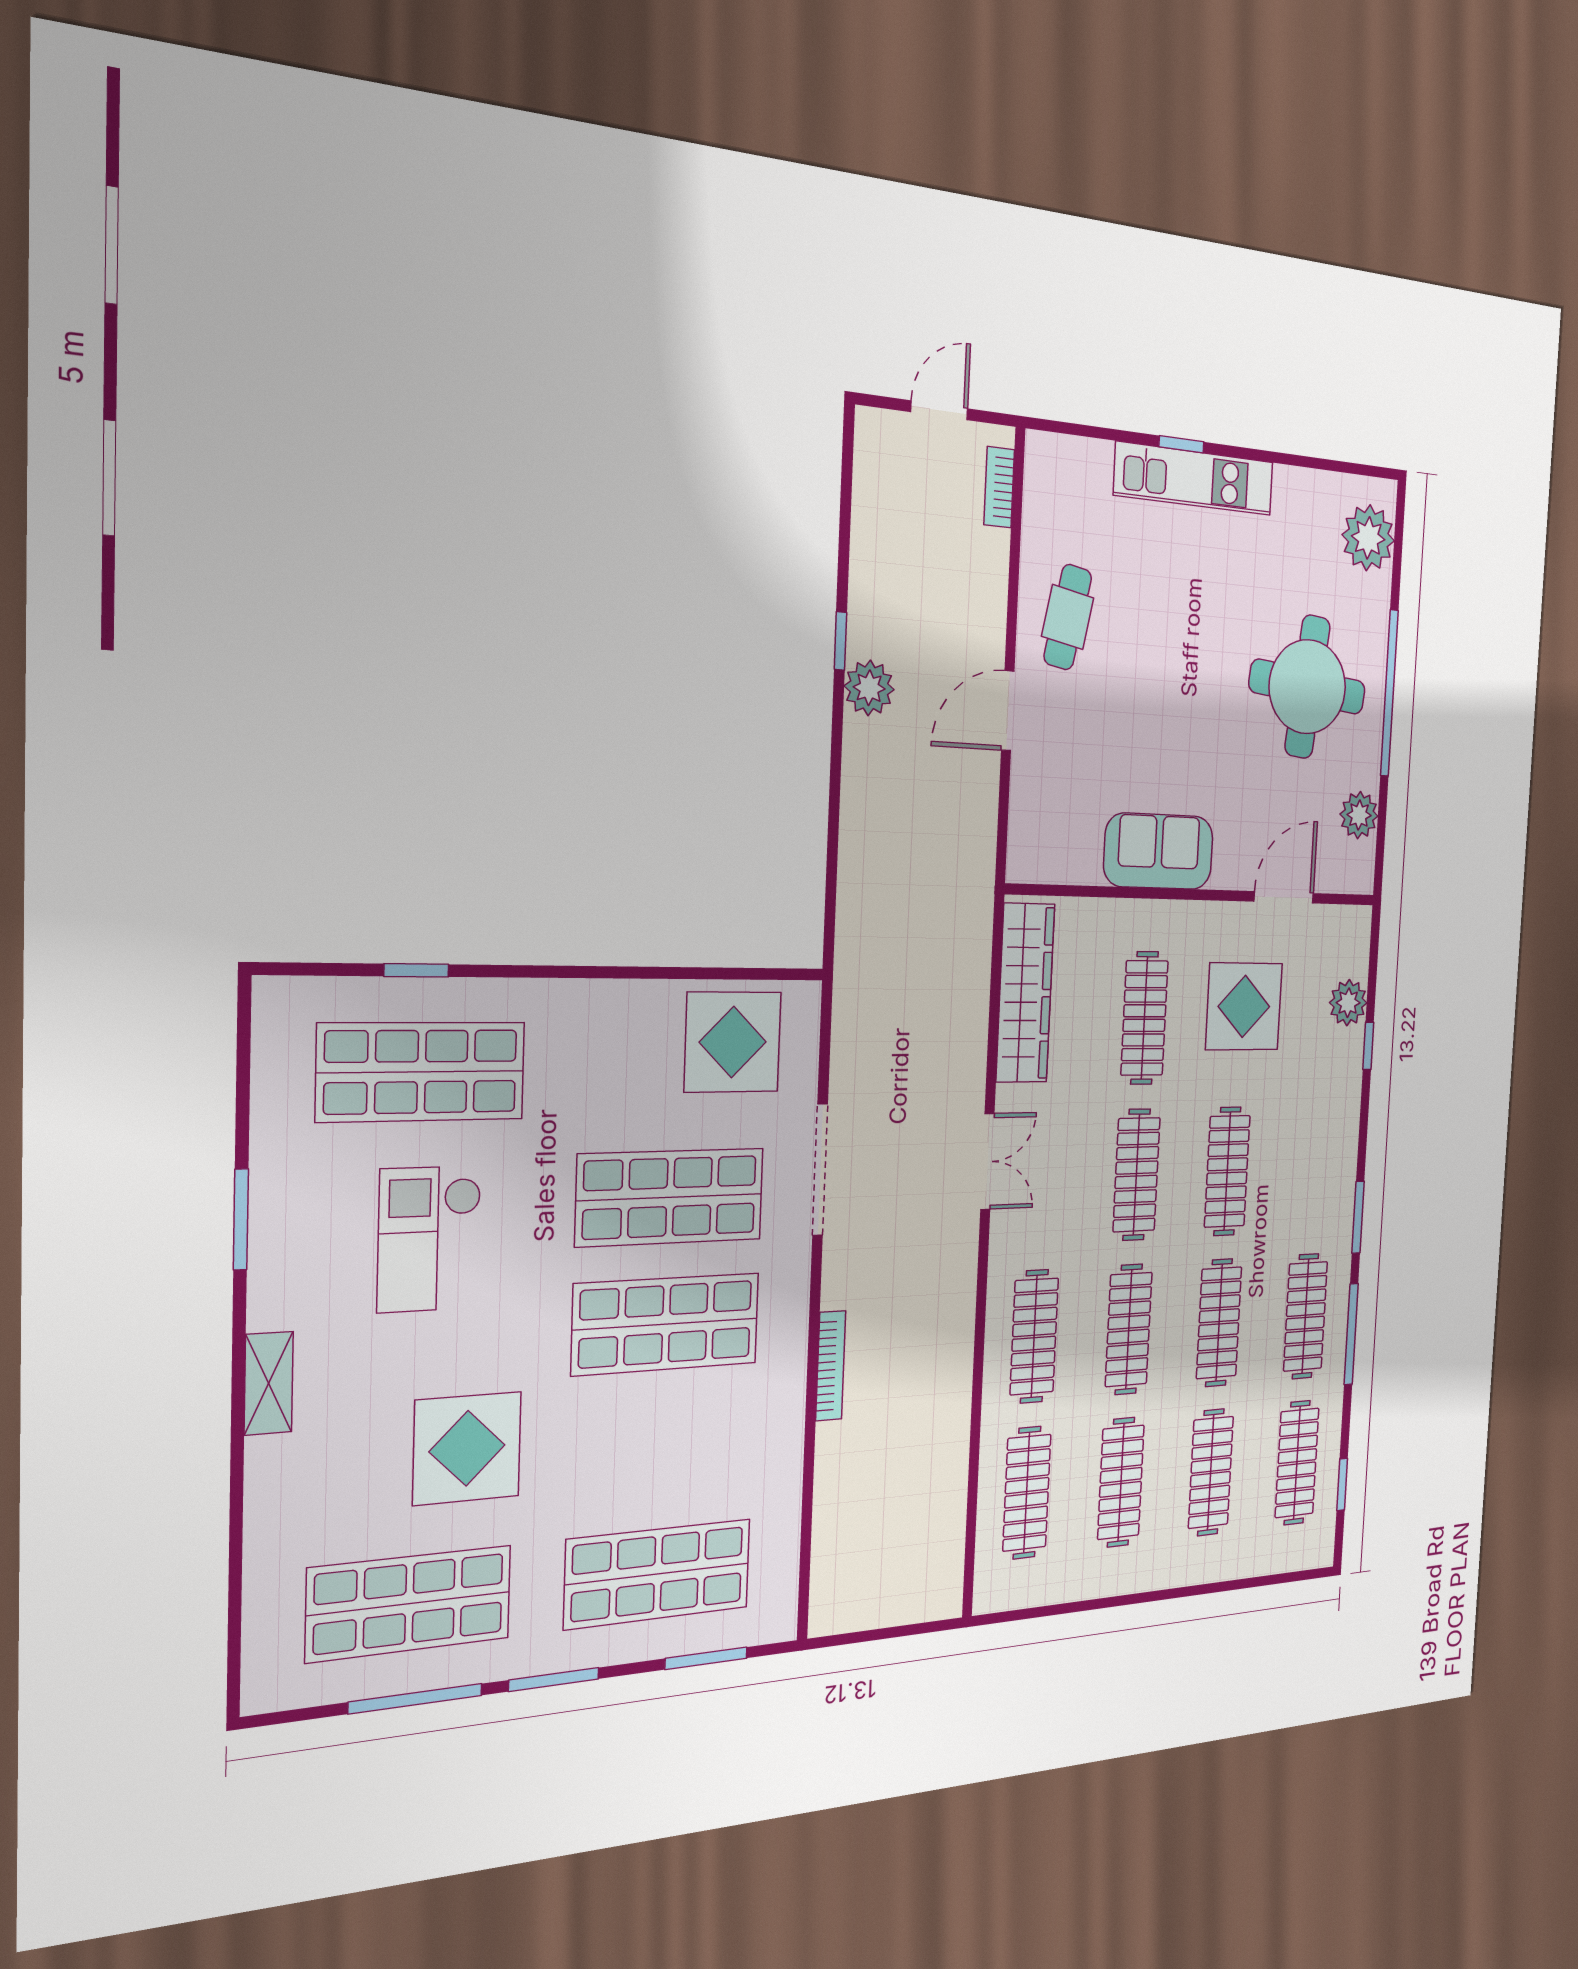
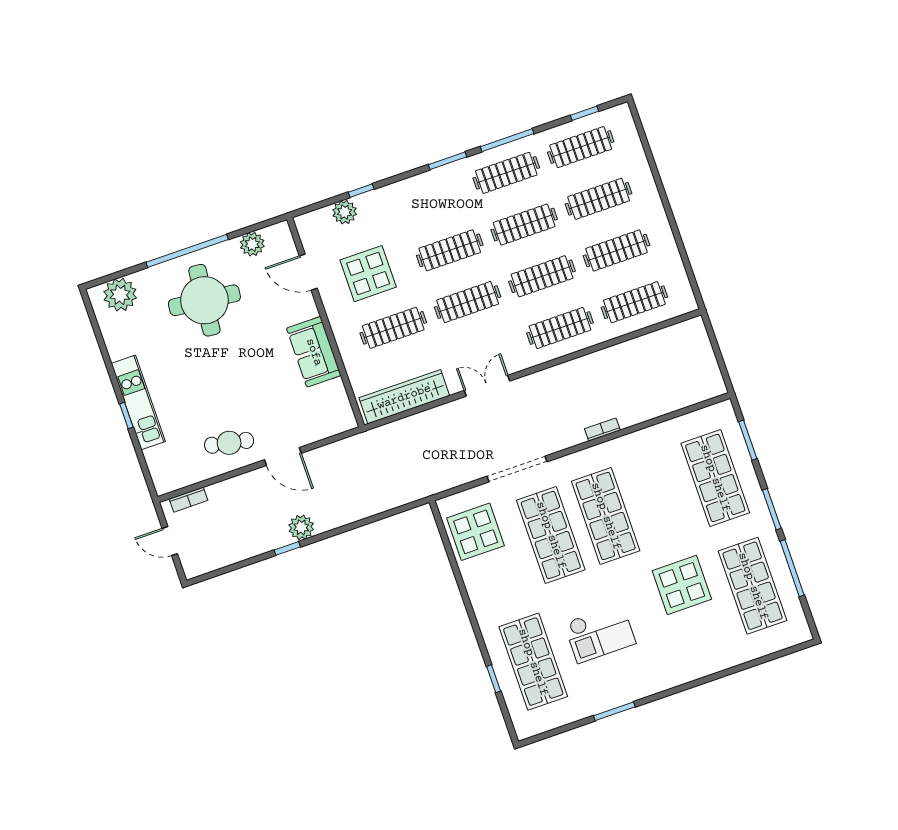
bookcase: (831, 1366) -> (602, 430), width x0.64
shelving: (269, 1383) -> (676, 677), removed

